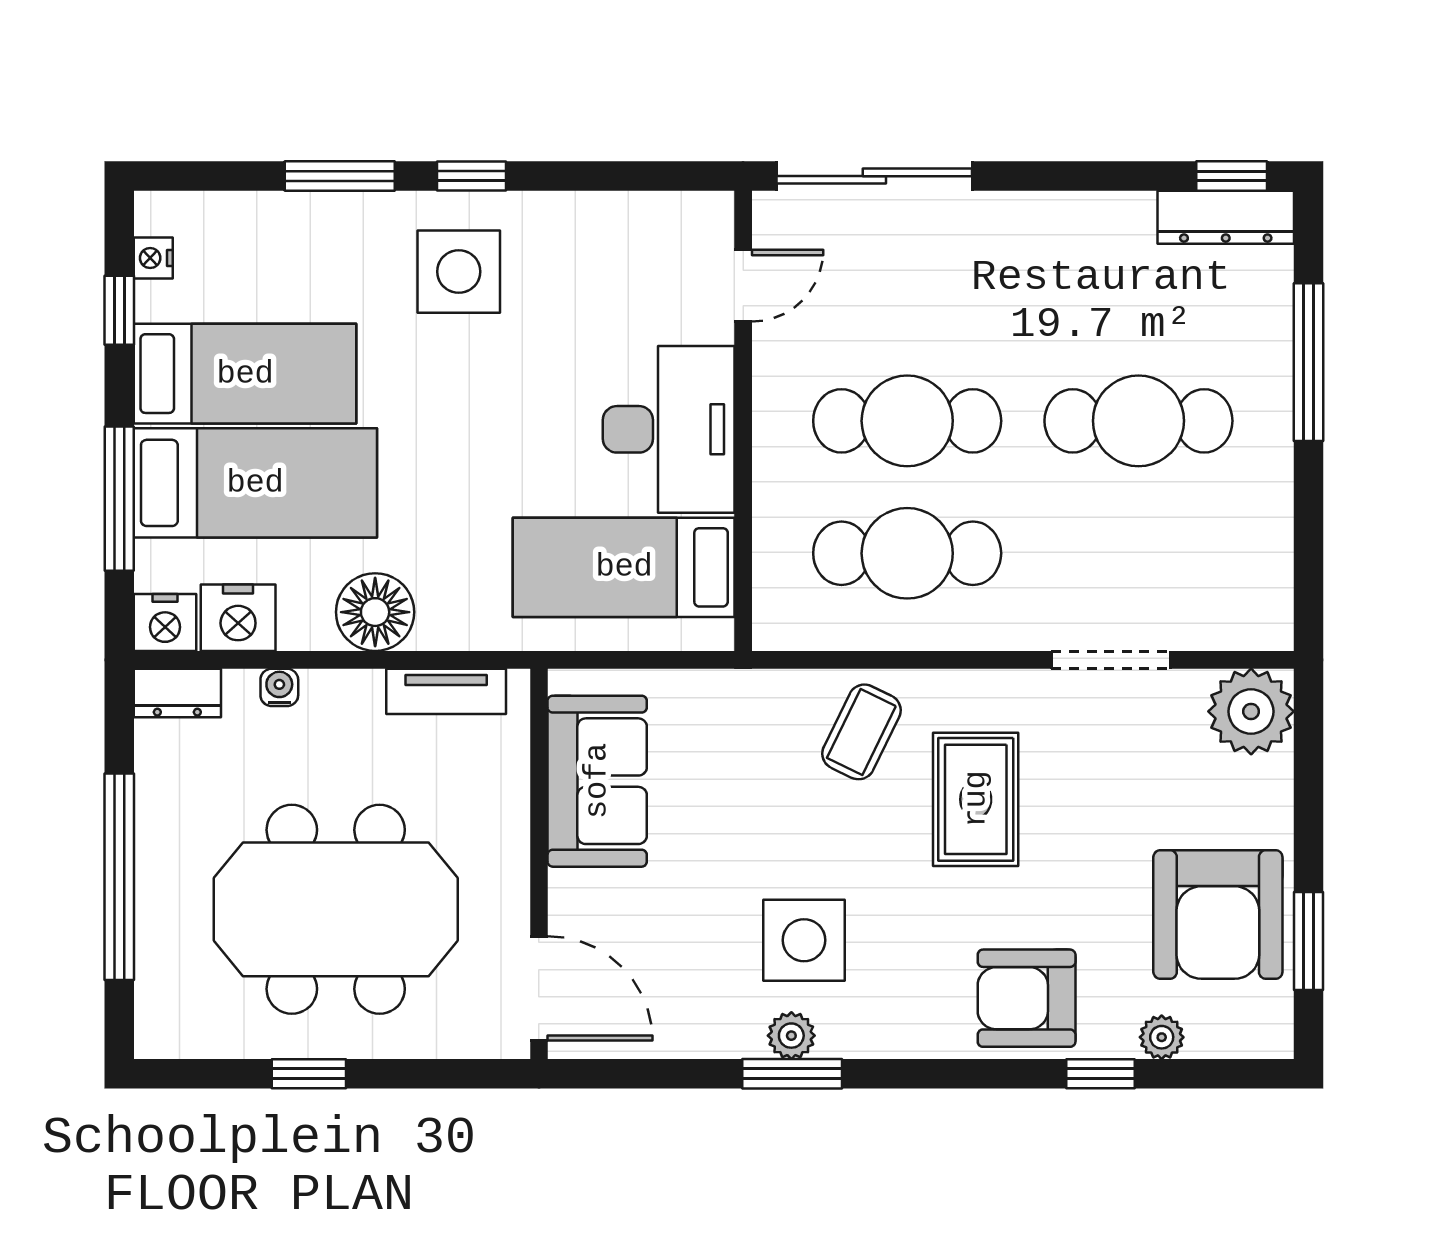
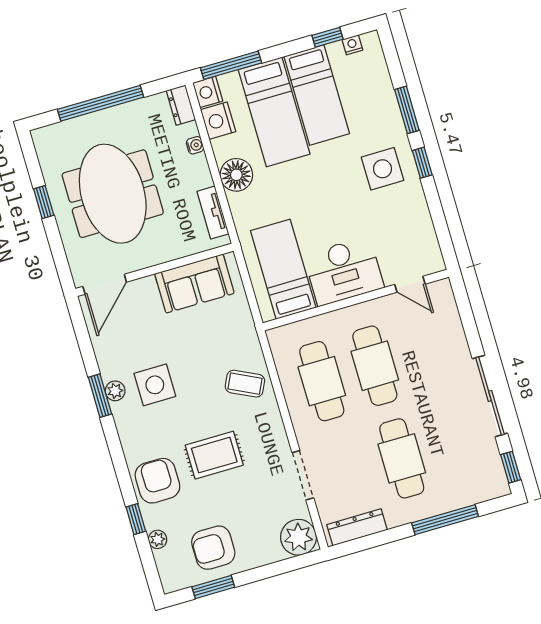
sliding door: (874, 176) -> (490, 396), moved
dresser: (1226, 217) -> (357, 527), moved, turned 90
window: (119, 499) -> (231, 65), moved
rug: (976, 799) -> (214, 455), moved
armchair: (1218, 915) -> (213, 548), width x0.73, depth x0.73

